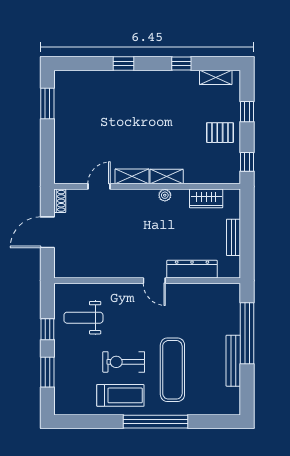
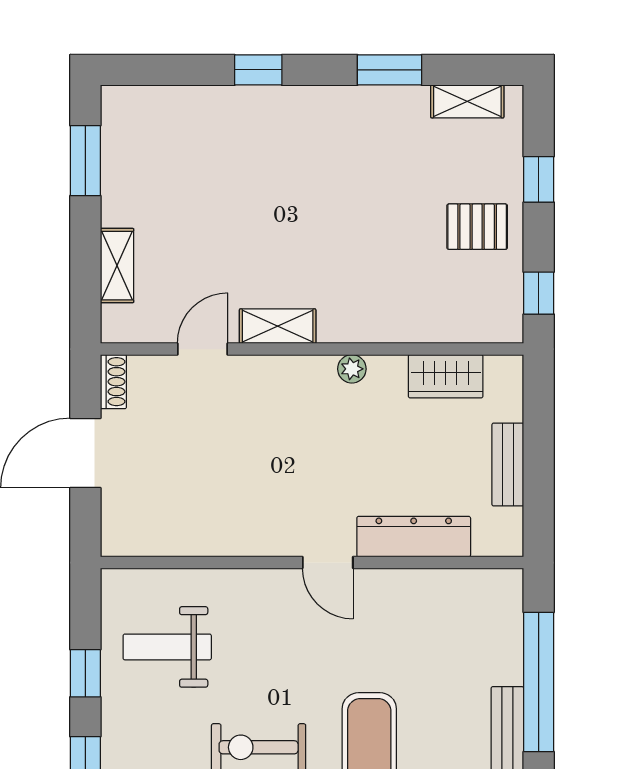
window: (181, 63) -> (389, 70), width x1.50
shelving: (167, 177) -> (117, 266), moved, turned 90

